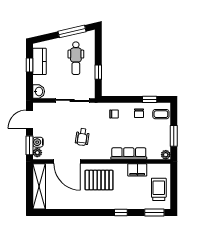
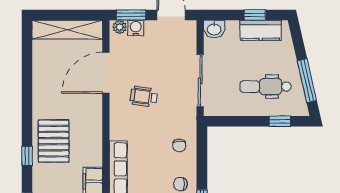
window: (98, 72) -> (280, 121), moved
pallet: (99, 180) -> (54, 141), moved

